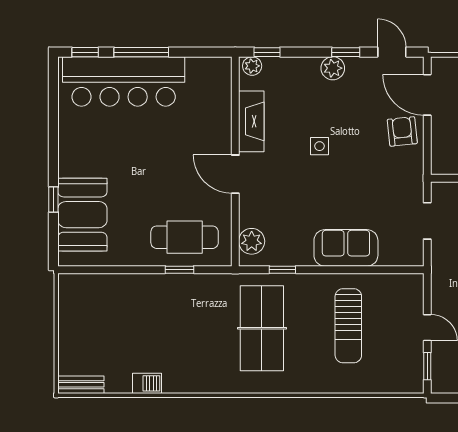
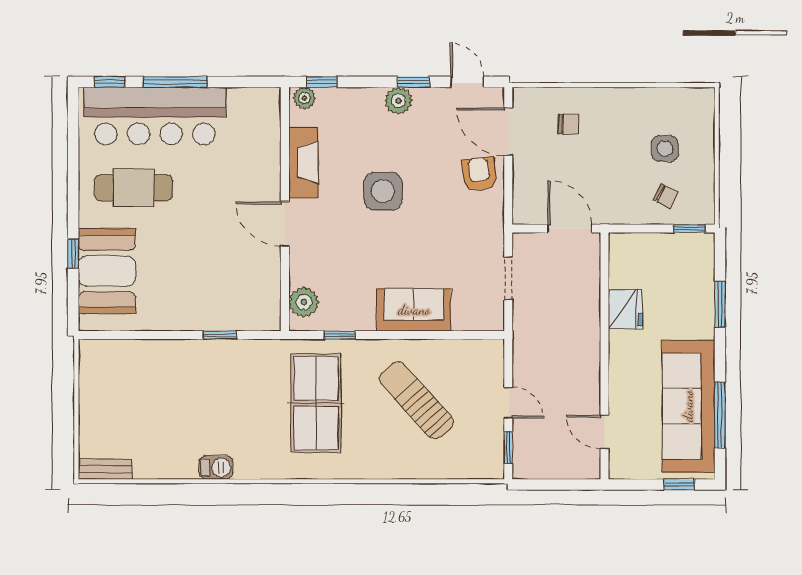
side table: (319, 146) -> (383, 191), width x1.87, depth x1.87
cafe table: (185, 237) -> (134, 188), moved
sun lounger: (348, 326) -> (416, 400), turned 138
barbecue: (147, 383) -> (216, 467), moved

